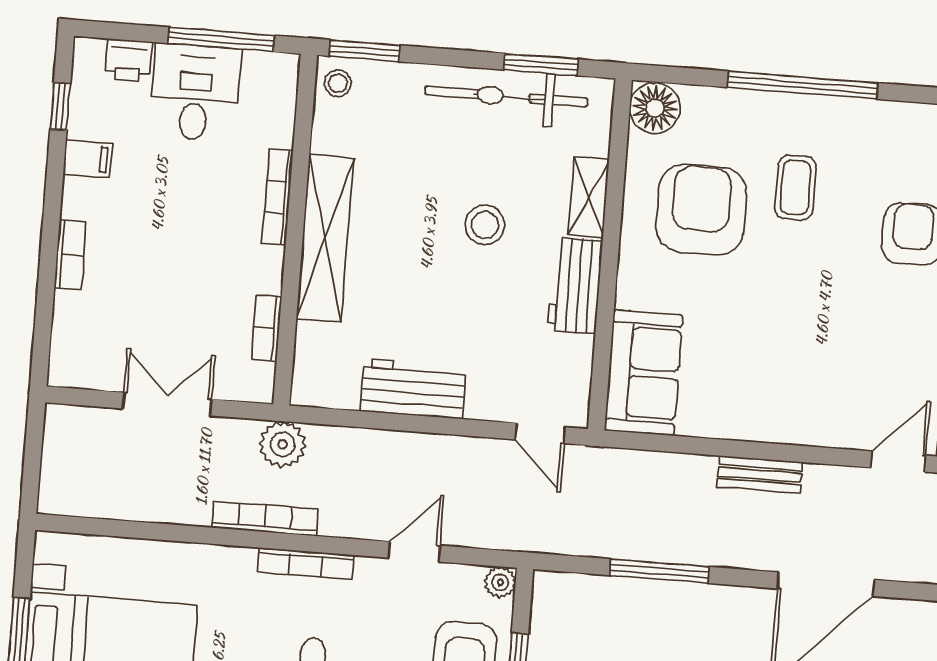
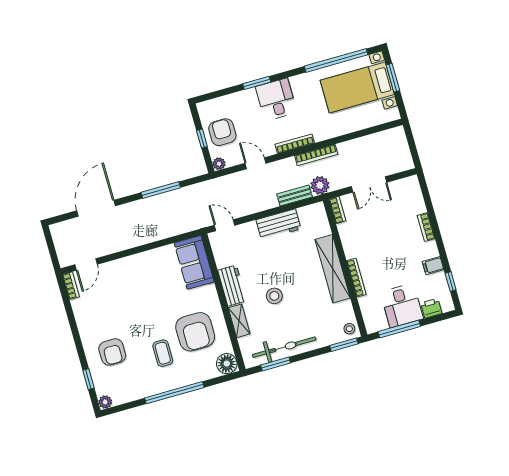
bookcase: (266, 328) -> (337, 210), moved
bench: (760, 475) -> (295, 196), moved
door: (414, 552) -> (255, 163), swing flipped

